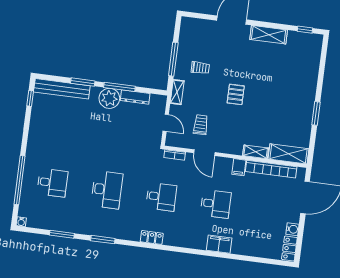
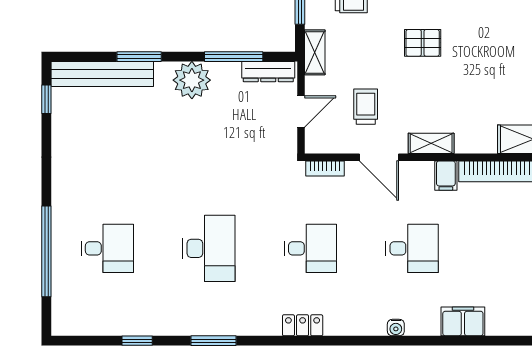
window: (119, 87) -> (234, 57), moved
pallet: (236, 94) -> (423, 43), turned 90
dresser: (135, 97) -> (268, 72), moved
door: (166, 123) -> (301, 111), hinge flipped
shelving: (256, 152) -> (431, 143), moved
water cooler: (21, 222) -> (396, 328), moved
window: (62, 234) -> (137, 341), width x0.67
filing cabinet: (219, 244) -> (463, 321), moved

